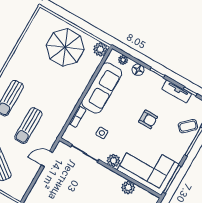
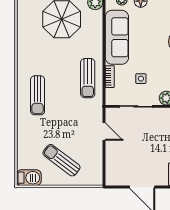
sun lounger: (28, 126) -> (88, 78), moved
door: (47, 159) -> (104, 132), swing flipped

